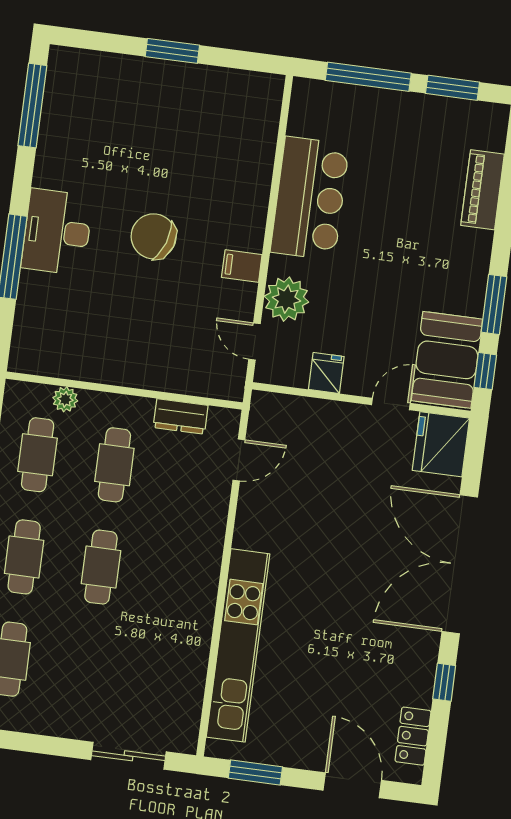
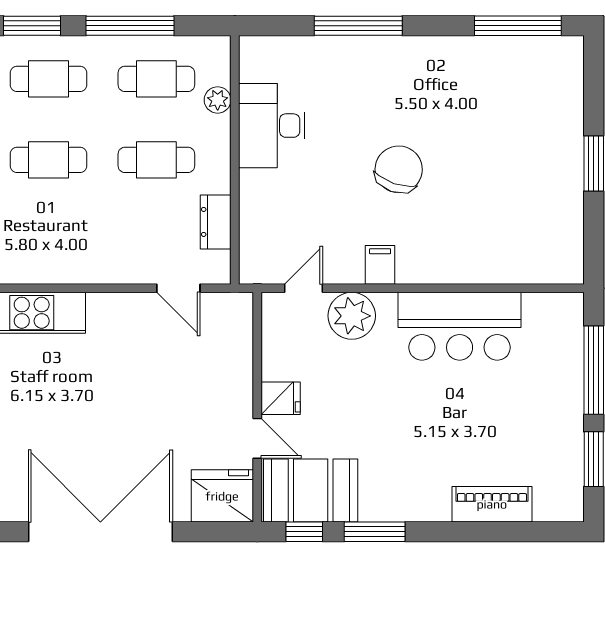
desk: (57, 232) -> (272, 126), moved, turned -90
fridge: (326, 373) -> (281, 398), moved

